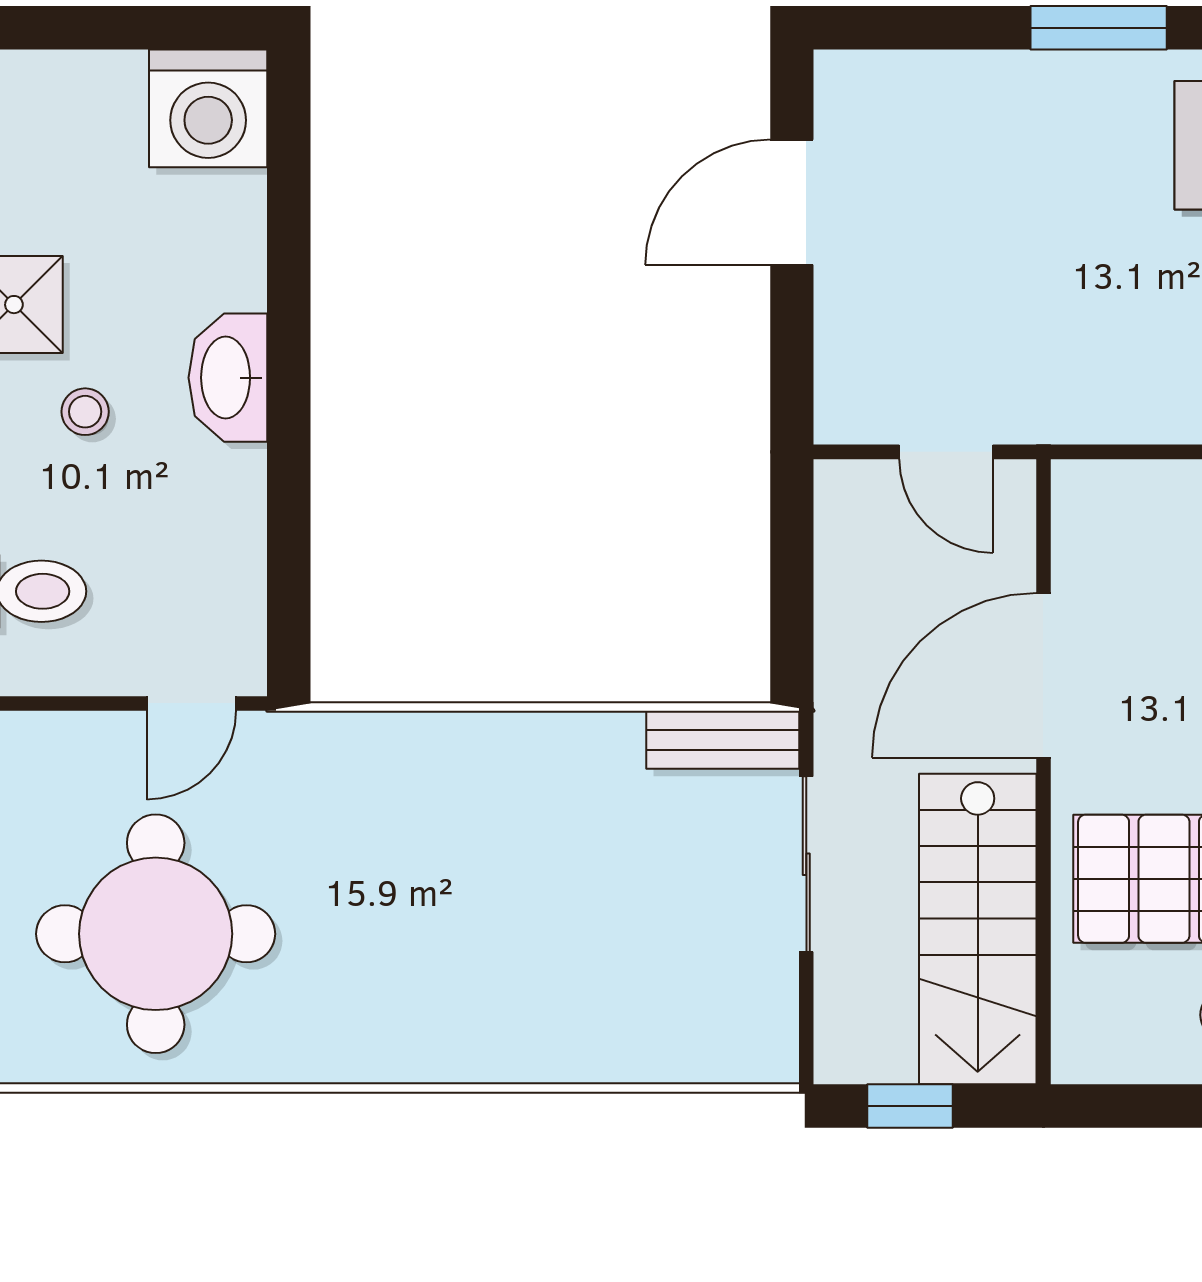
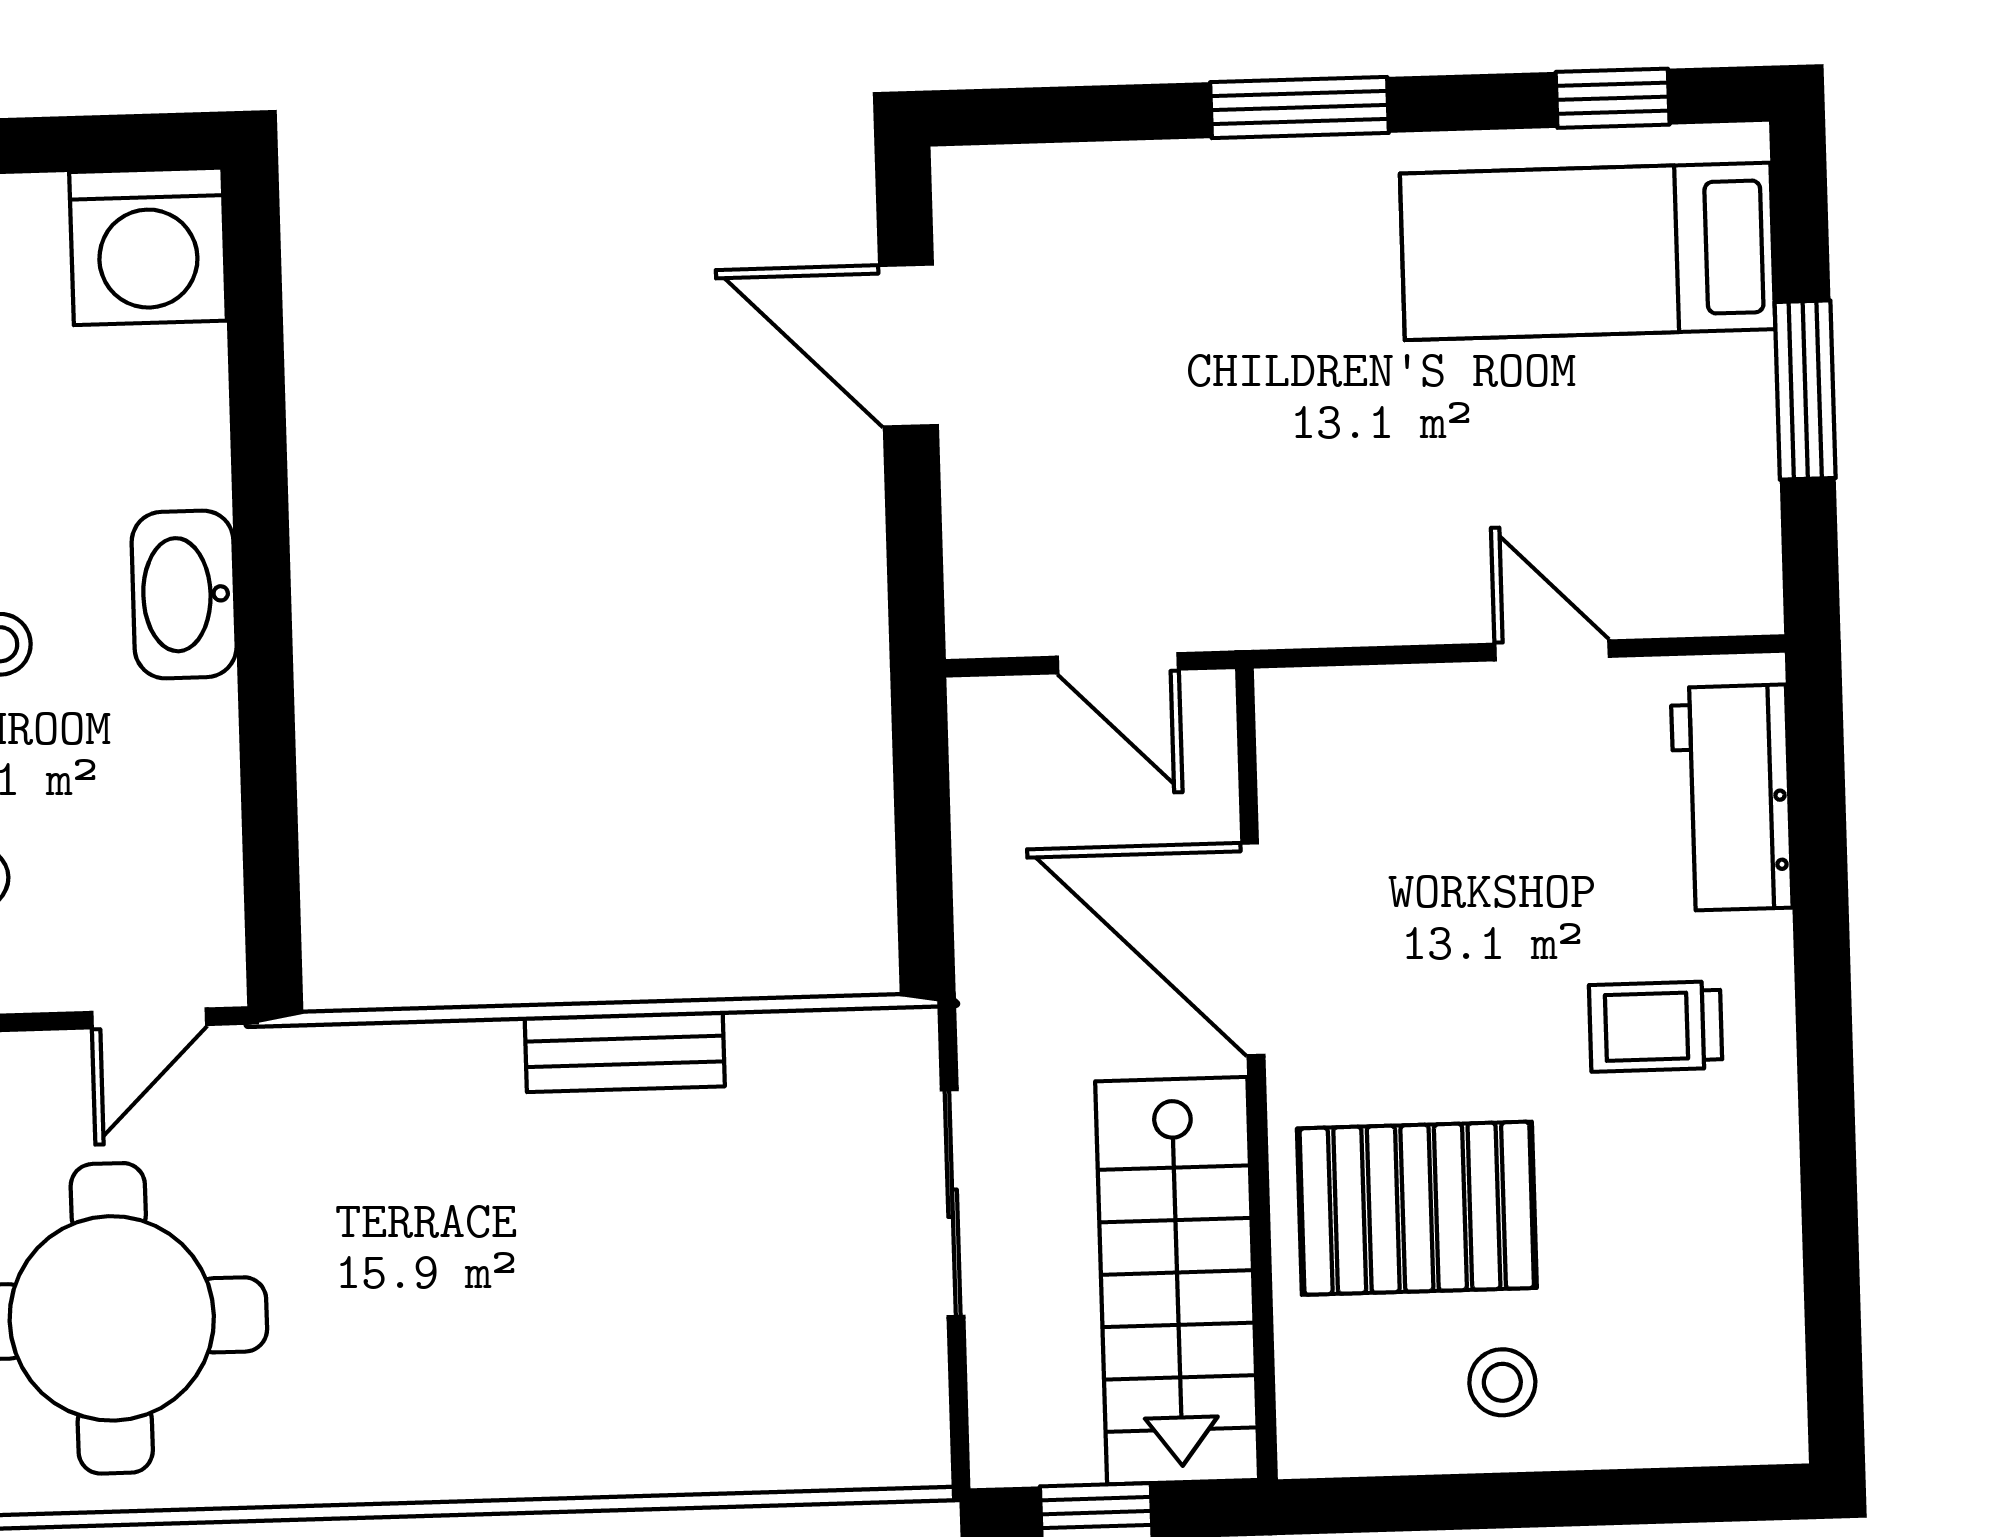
door: (792, 202) -> (908, 346), hinge flipped
door: (1043, 675) -> (1253, 949), hinge flipped
bench: (723, 740) -> (625, 1051), moved

